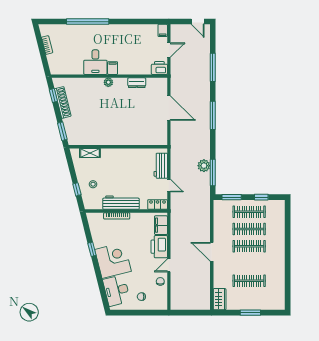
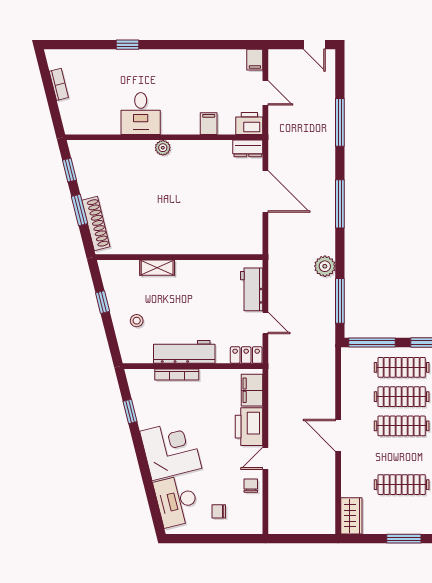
window: (88, 22) -> (128, 45), width x0.32
door: (169, 50) -> (265, 93), hinge flipped
filing cabinet: (113, 68) -> (209, 124), moved
dresser: (137, 83) -> (248, 148), moved
shoe rack: (63, 102) -> (96, 223), moved
window: (62, 131) -> (79, 210), moved
shelving: (90, 153) -> (157, 268), moved
plant: (204, 166) -> (325, 266), moved
window: (77, 189) -> (103, 302), moved
window: (232, 197) -> (372, 343), width x1.44
window: (92, 249) -> (130, 411), moved

